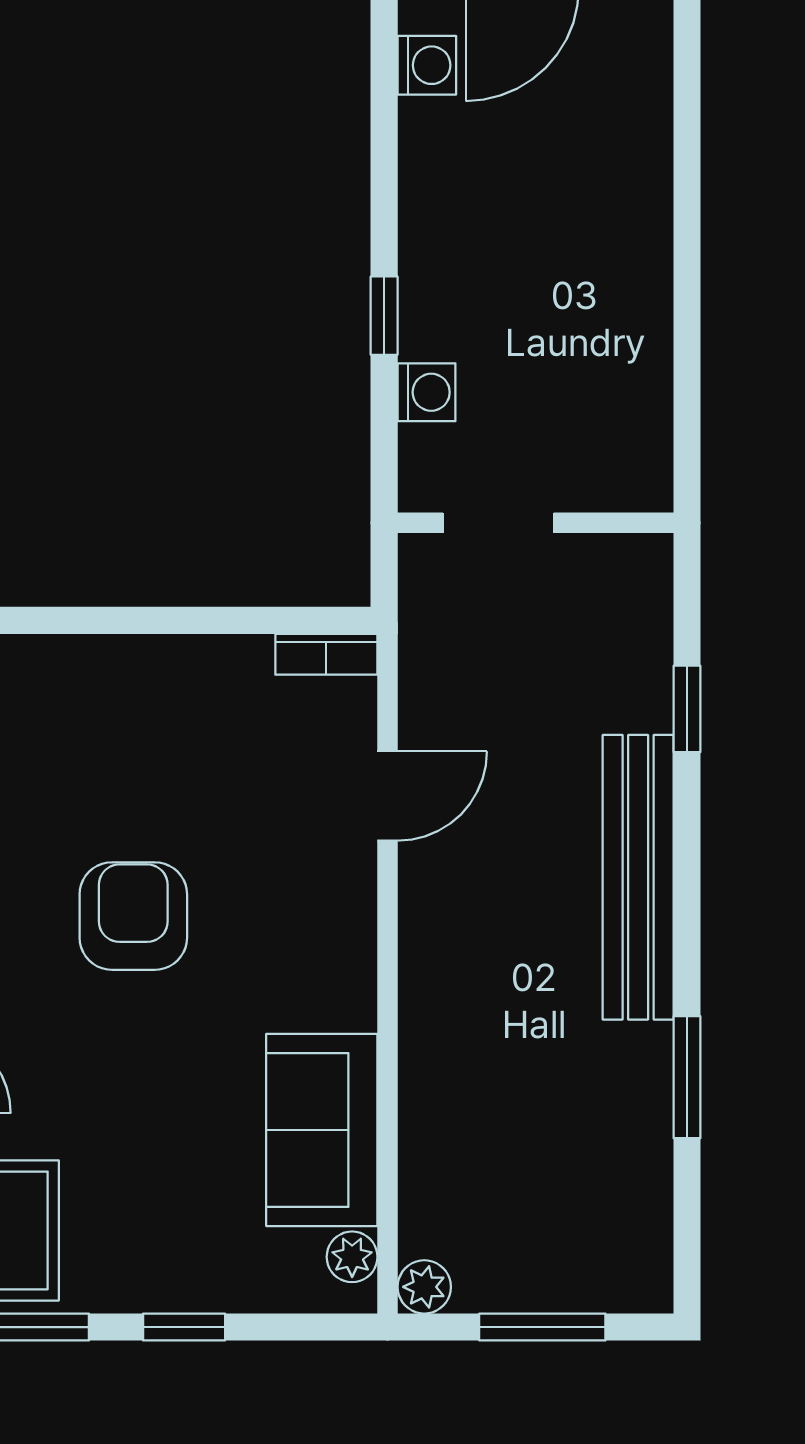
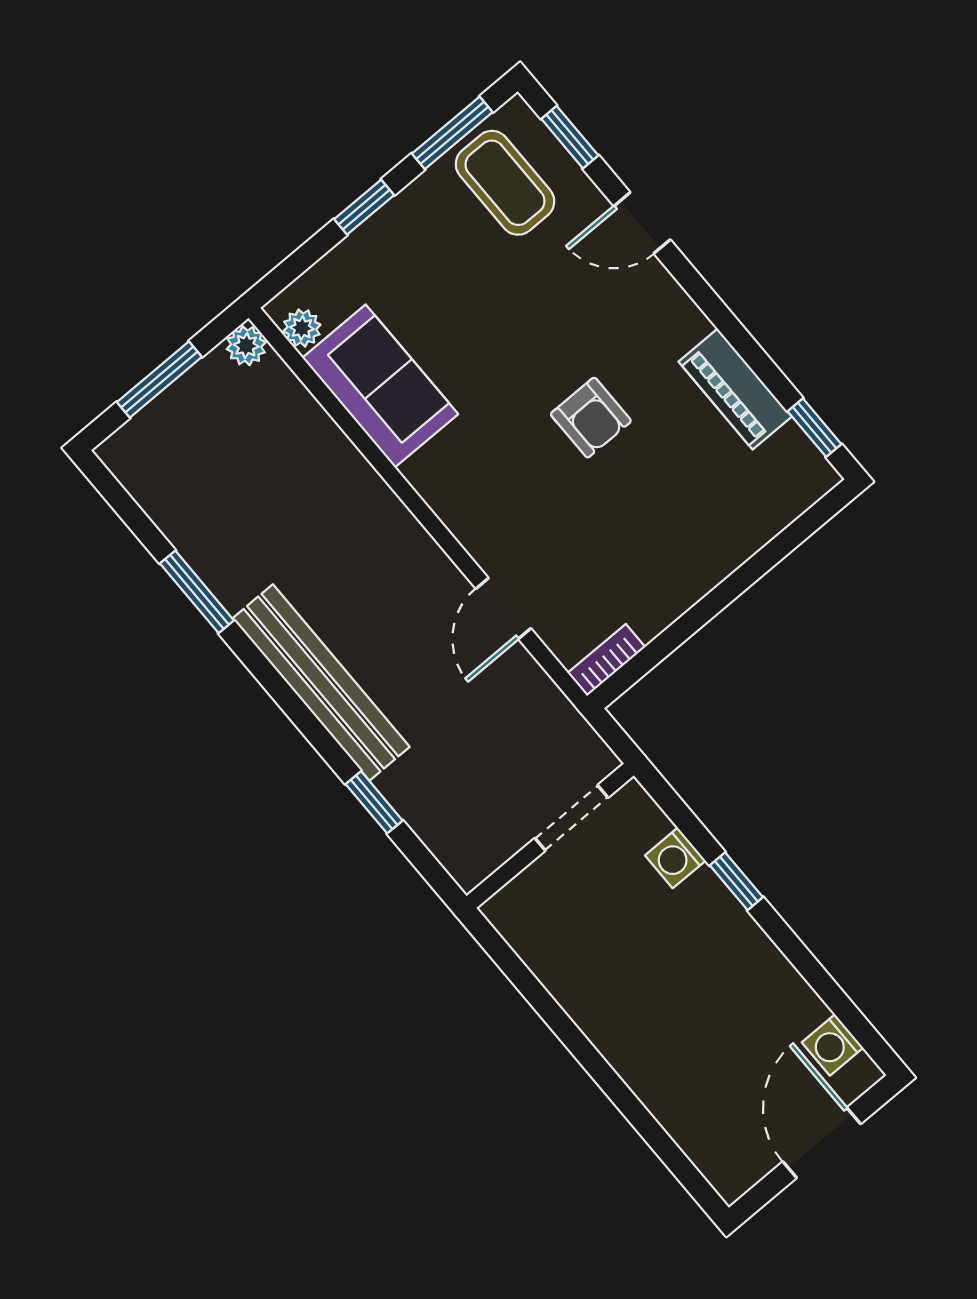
armchair: (133, 916) -> (591, 418), width x0.72, depth x0.72

